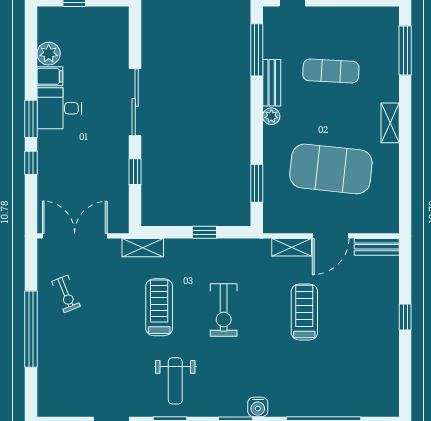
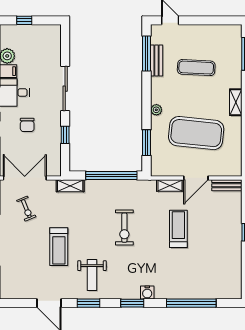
bench: (272, 83) -> (157, 61), moved
plant: (271, 116) -> (156, 110), moved
chair: (78, 157) -> (27, 125), added
window: (204, 232) -> (111, 175), width x3.17
exercise bike: (66, 294) -> (26, 209), moved
treadmill: (159, 307) -> (59, 247), moved, turned 180

